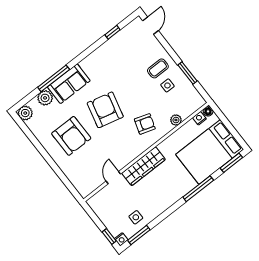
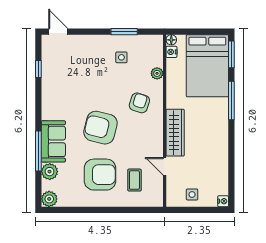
coffee table: (158, 68) -> (134, 180), moved
side table: (136, 217) -> (192, 194), moved
window: (139, 235) -> (231, 183), removed
window: (109, 236) -> (212, 210), removed

